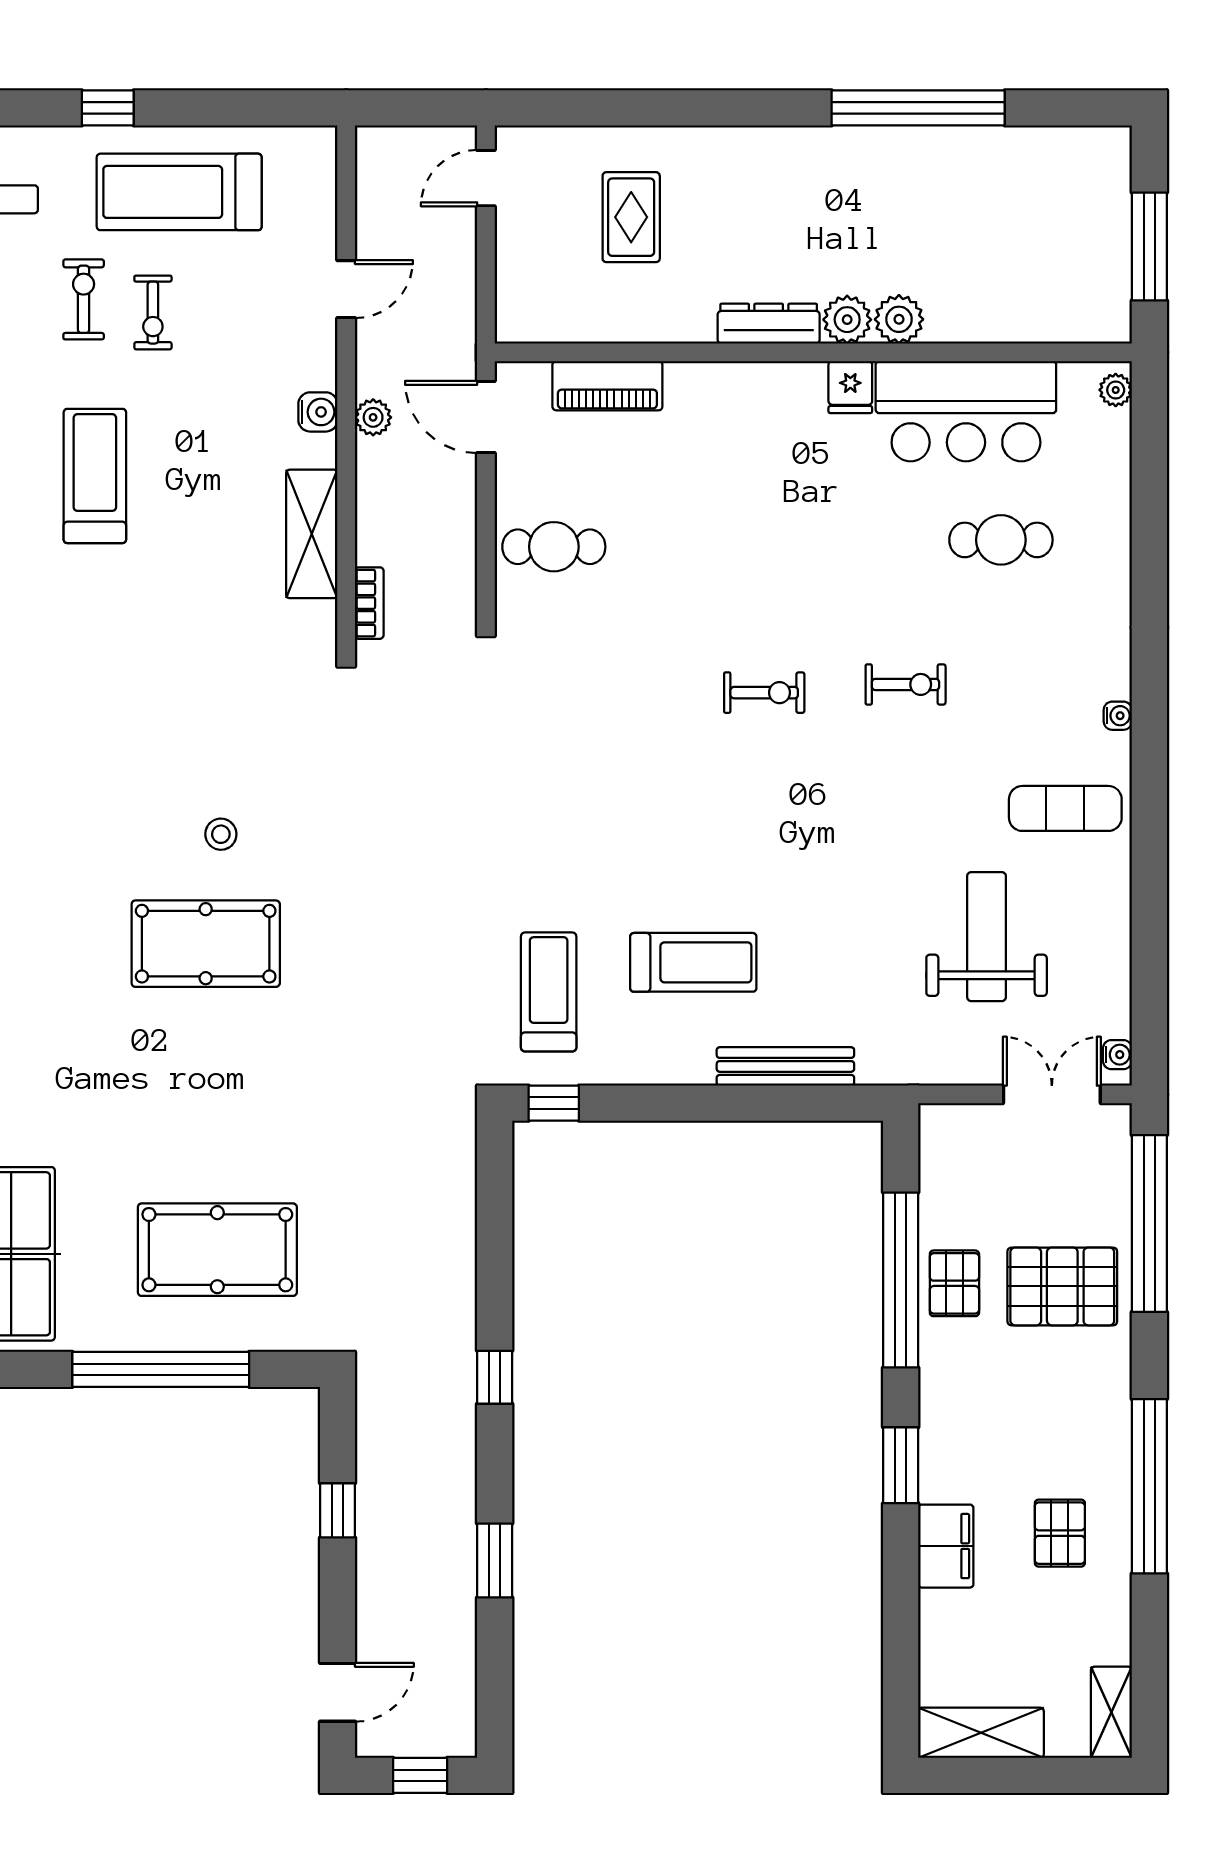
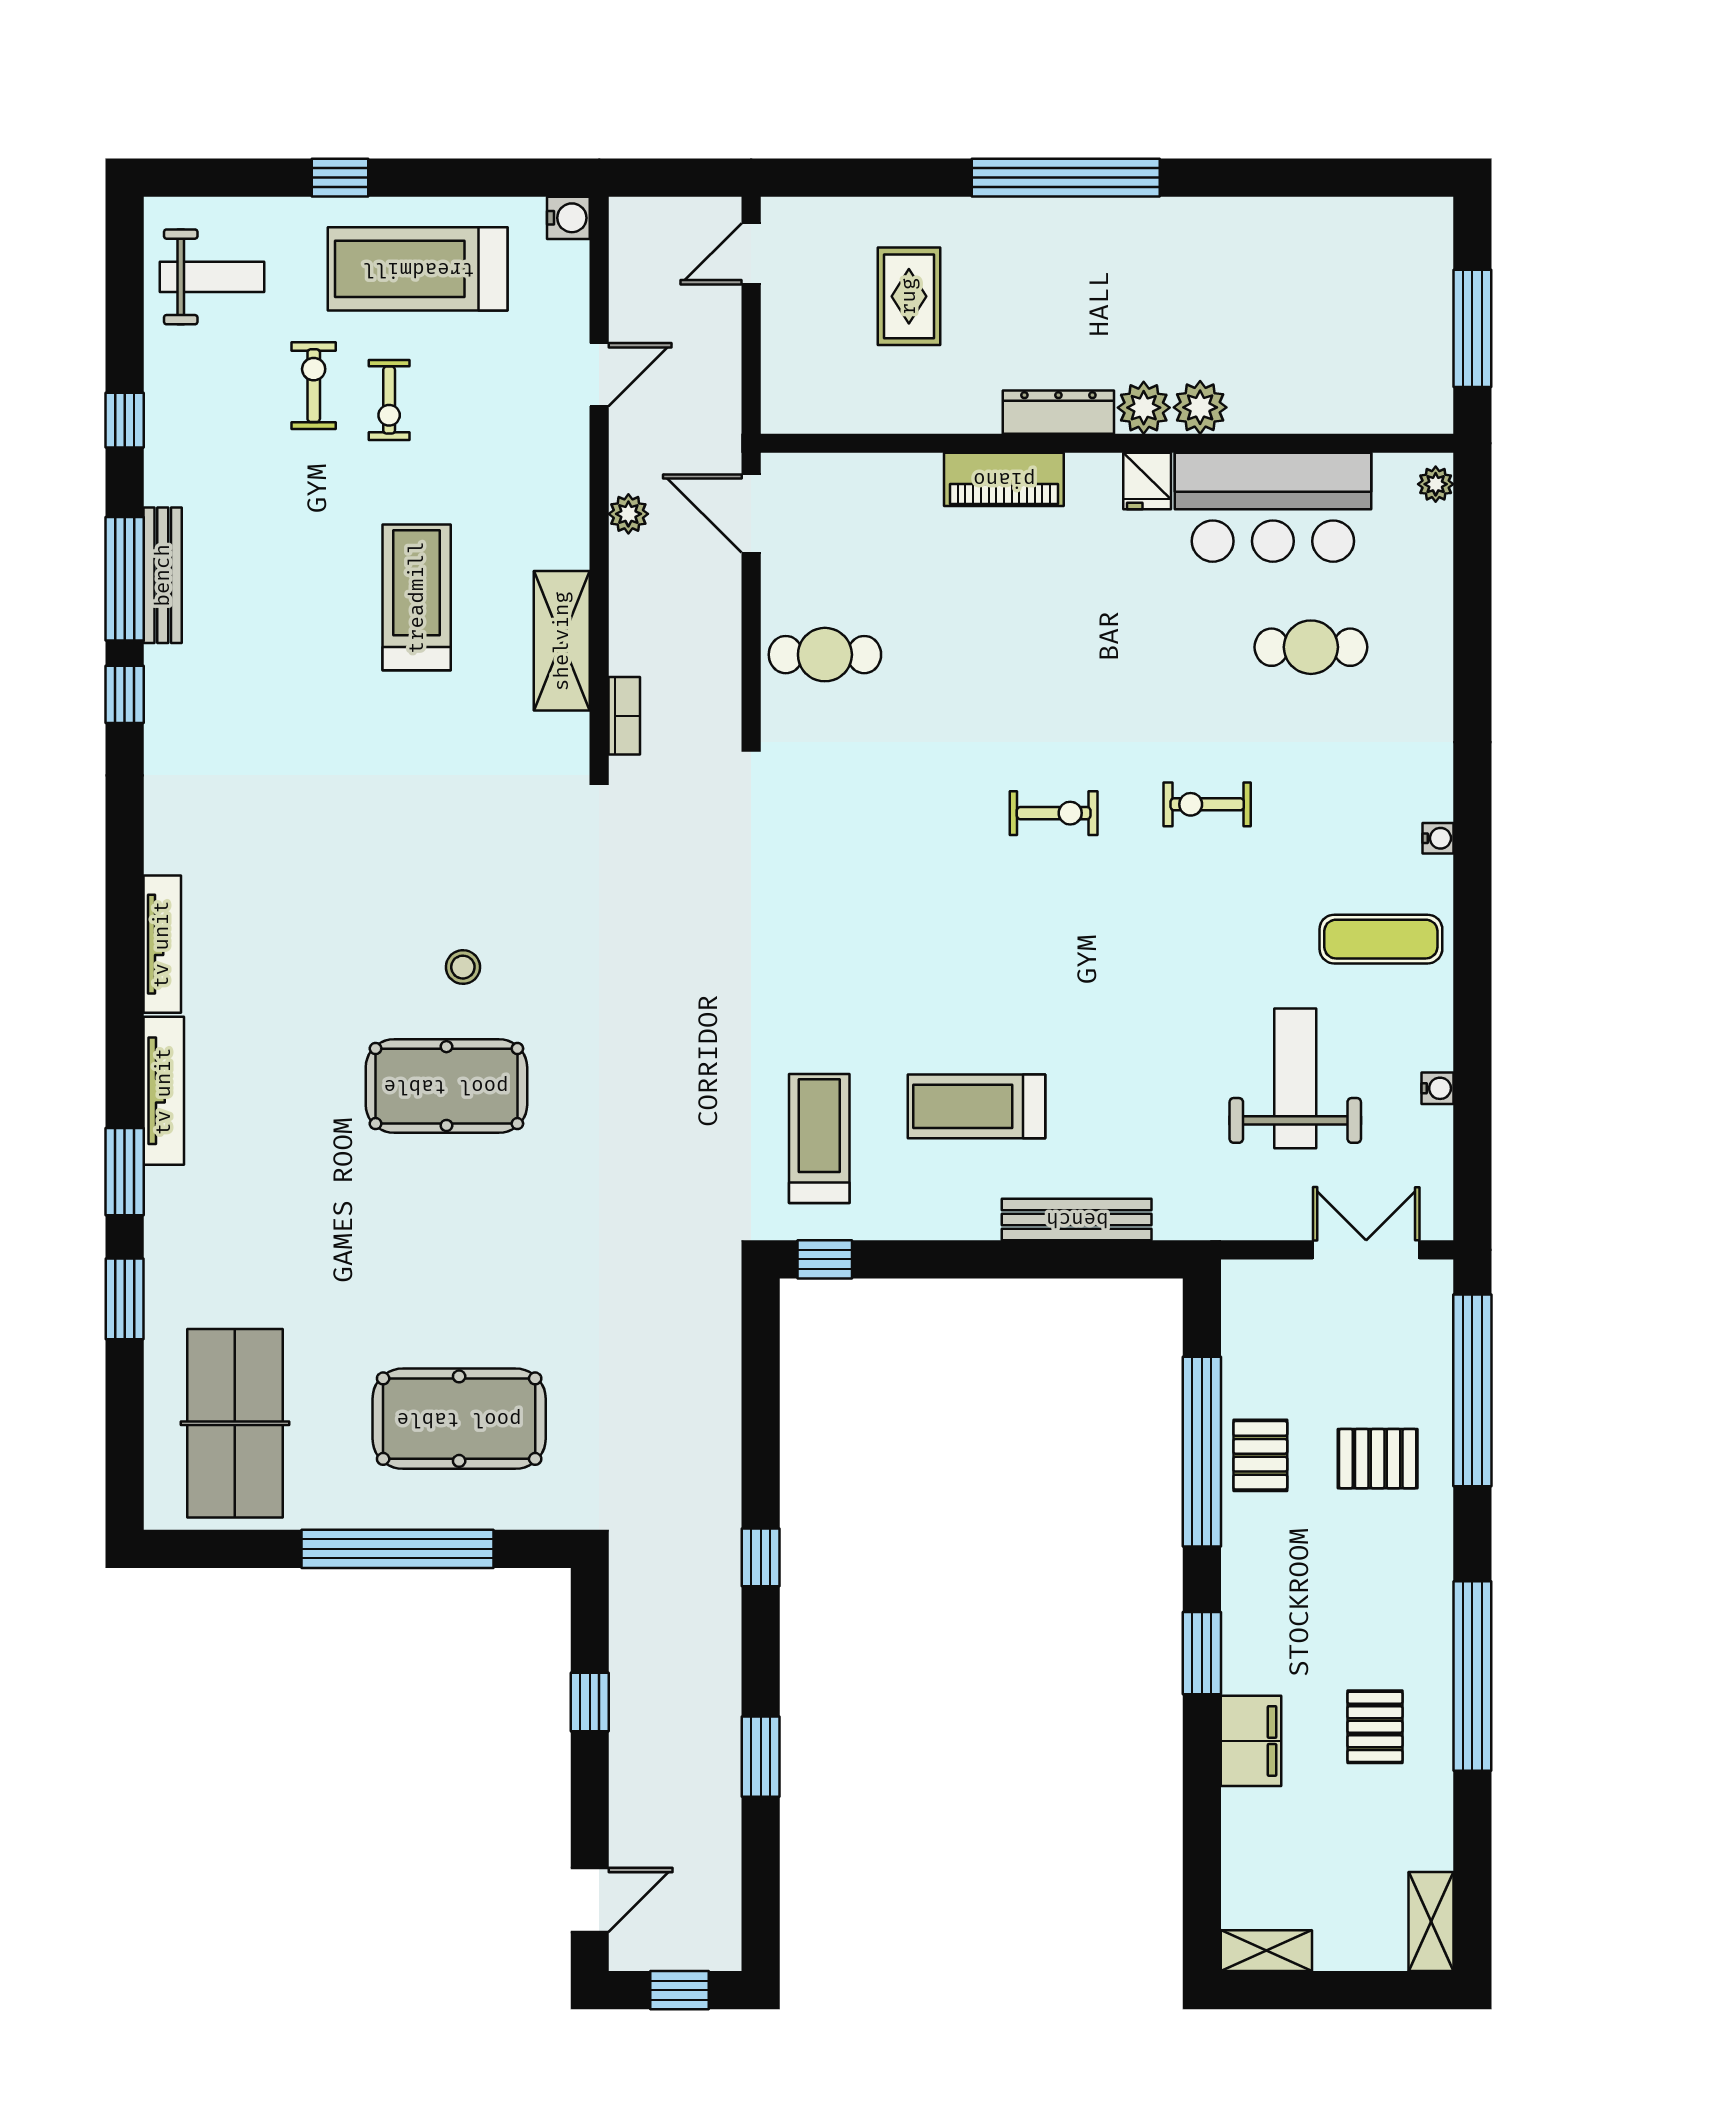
window: (918, 108) -> (1066, 178), moved
piano: (607, 386) -> (1004, 479), moved
water cooler: (318, 412) -> (568, 218), moved
treadmill: (95, 476) -> (417, 597), moved
exercise bike: (906, 684) -> (1207, 804), turned 180
treadmill: (693, 962) -> (977, 1106), turned 180
water cooler: (1117, 1055) -> (1438, 1088), moved
pallet: (1062, 1286) -> (1378, 1459), width x0.67, depth x0.71
shelving: (981, 1733) -> (1266, 1951), width x0.67, depth x0.75

